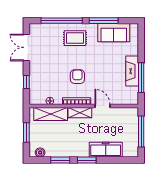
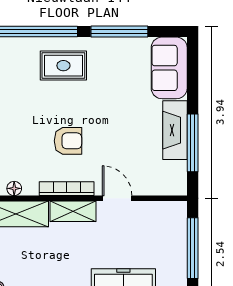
sofa: (114, 33) -> (169, 68), moved, turned 90
armchair: (77, 77) -> (68, 141), turned 90

